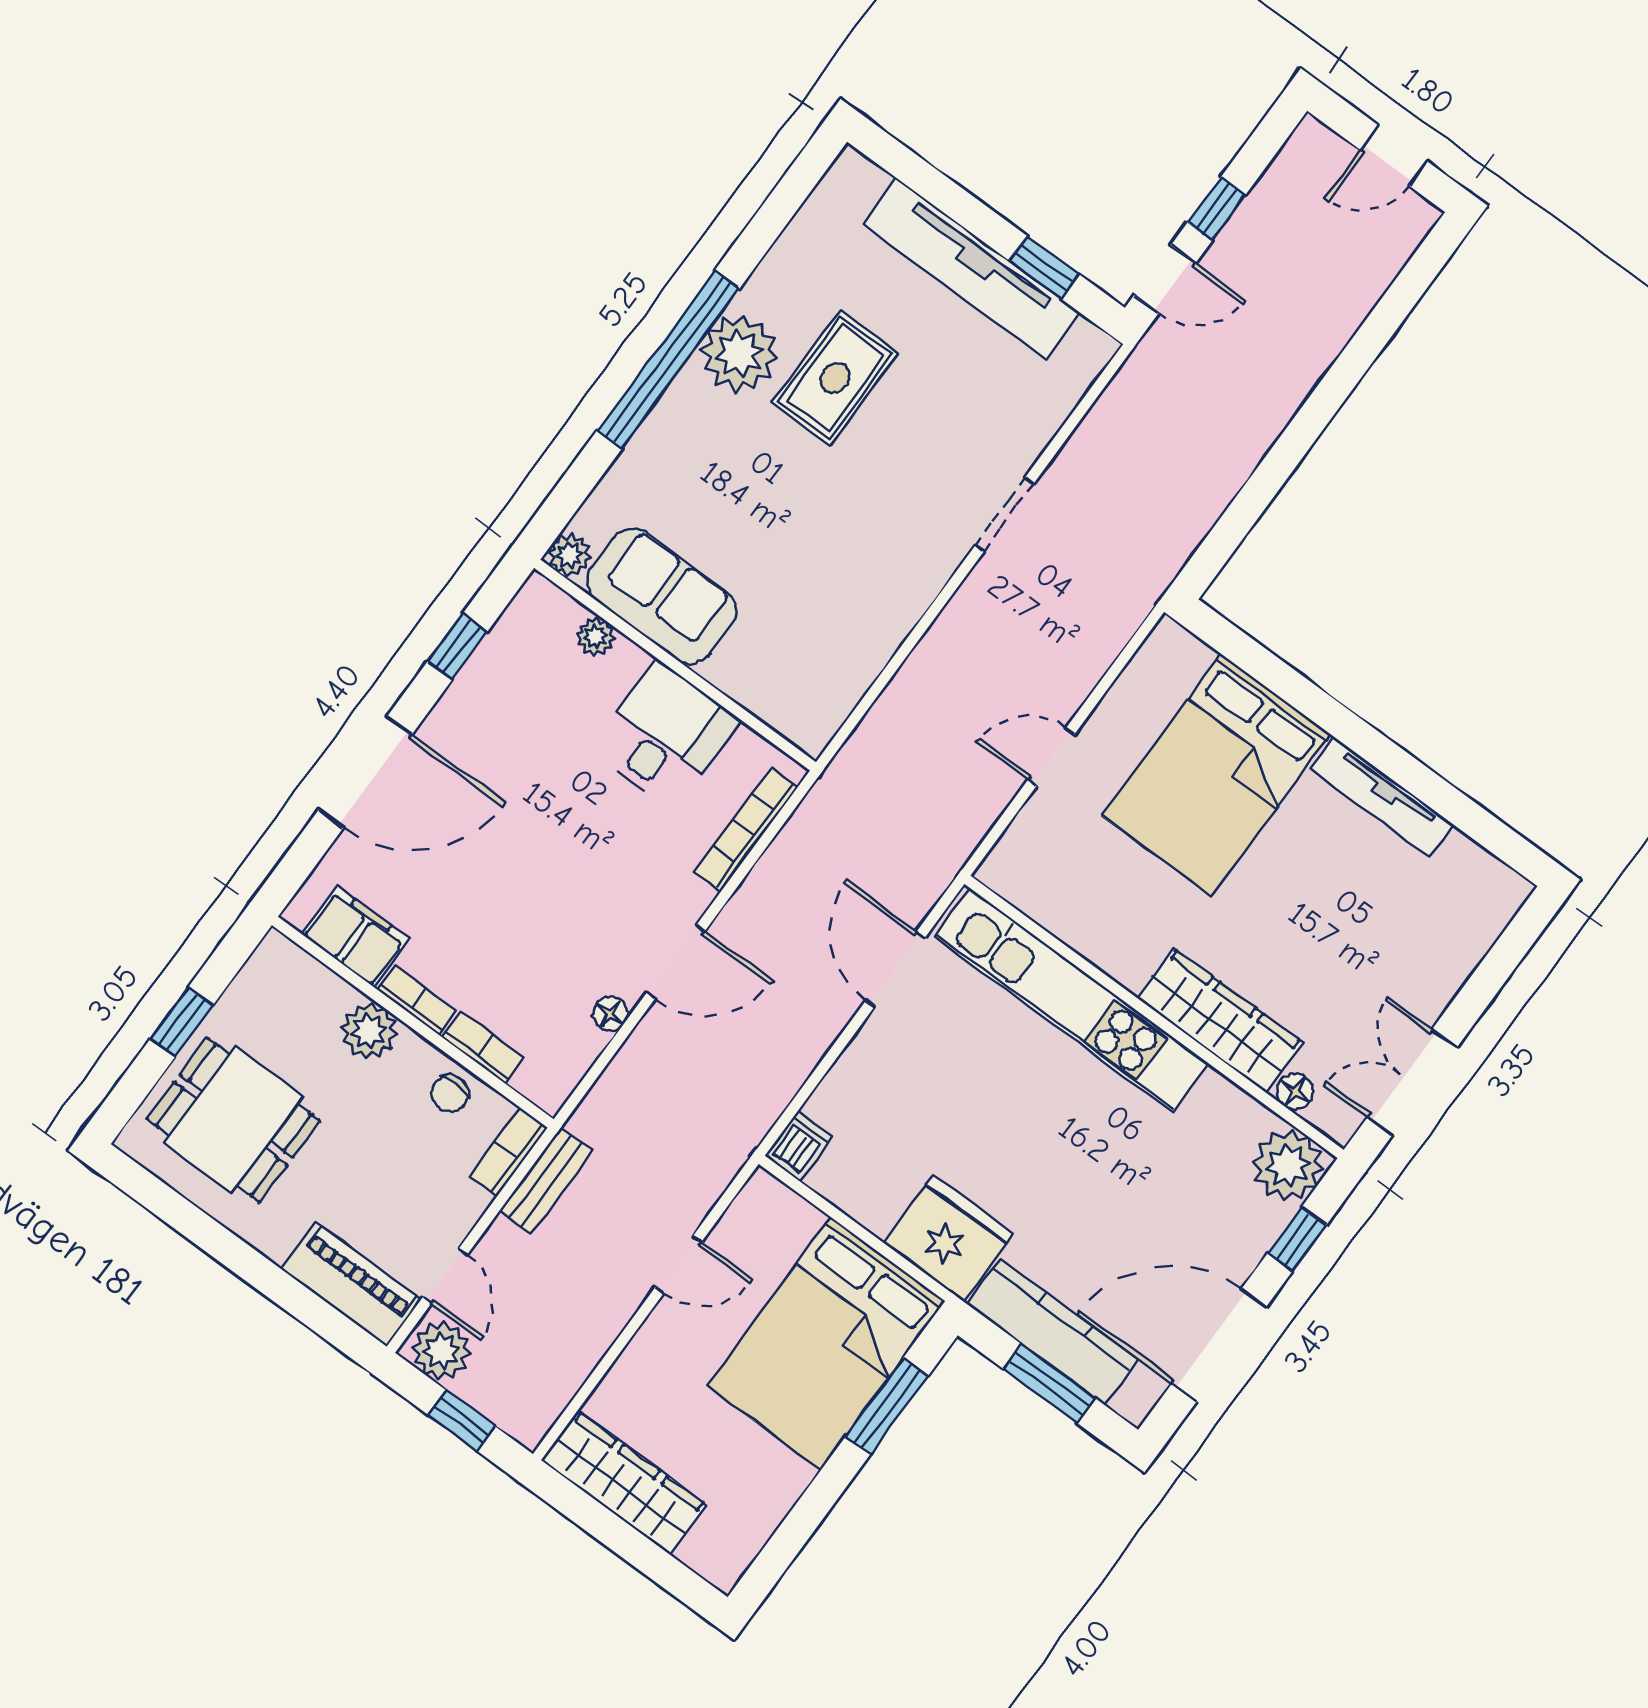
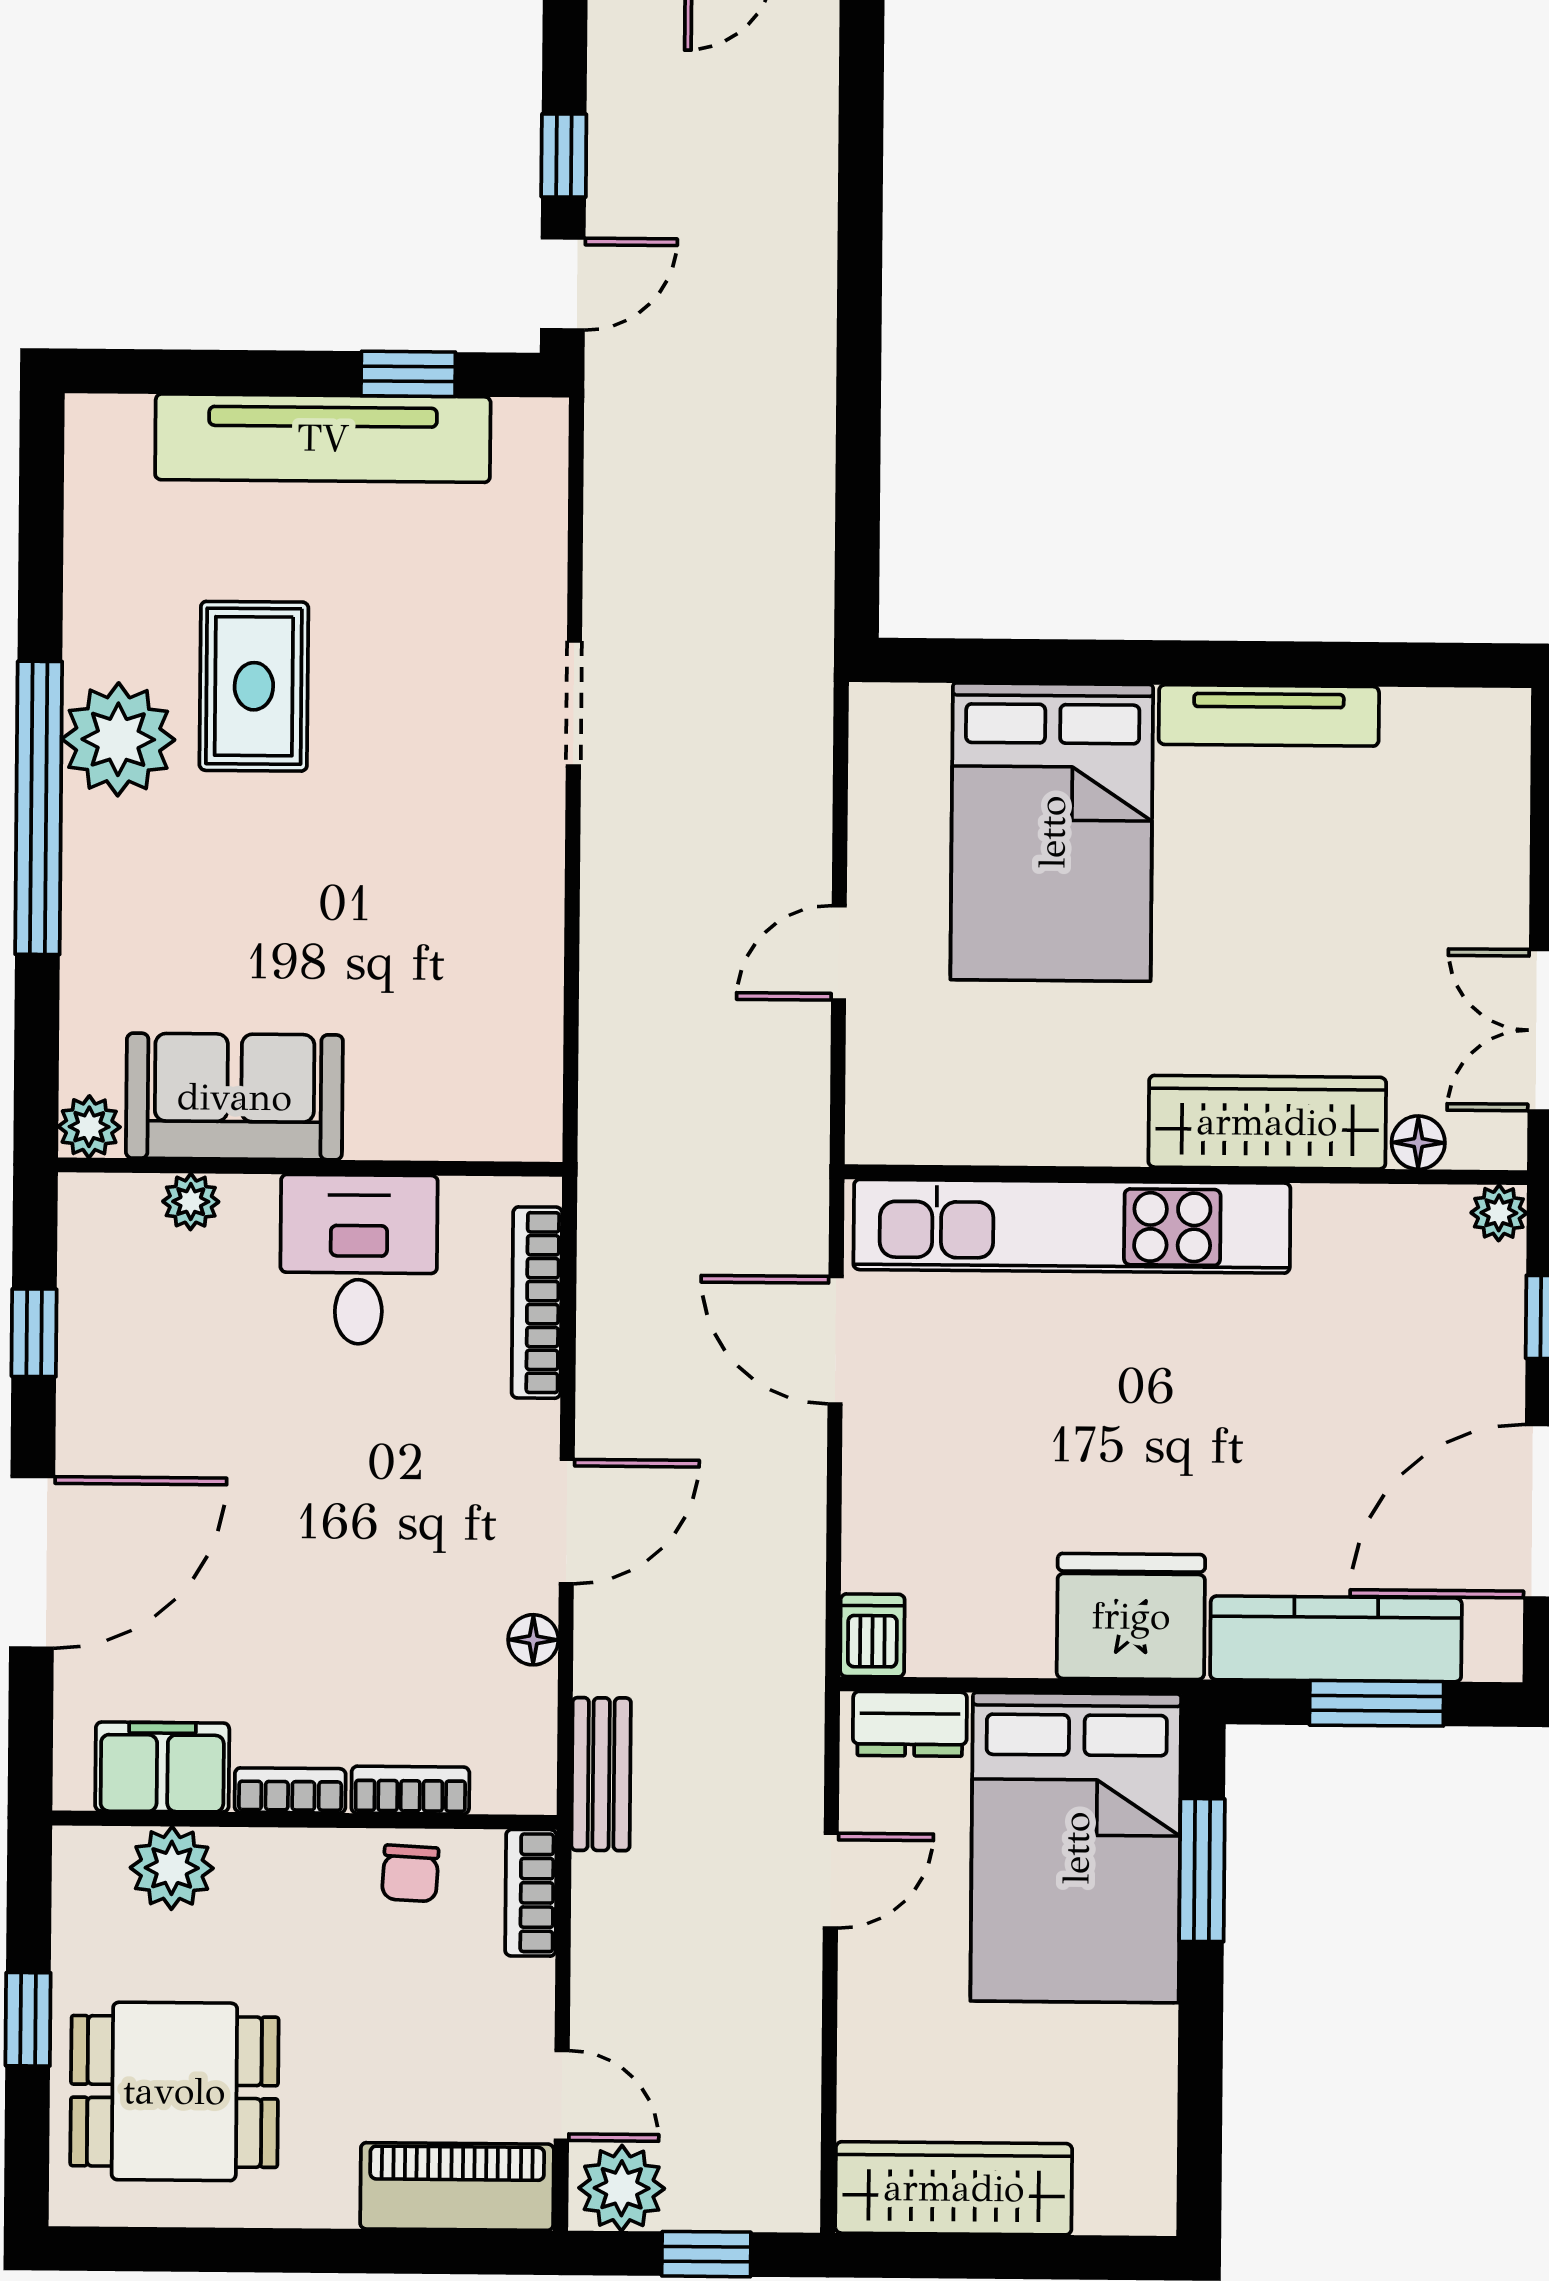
plant: (369, 1031) -> (172, 1868), moved
plant: (1288, 1166) -> (1499, 1213), width x0.53, depth x0.53
bench: (546, 1181) -> (601, 1774), moved
dresser: (784, 1210) -> (910, 1724), added

